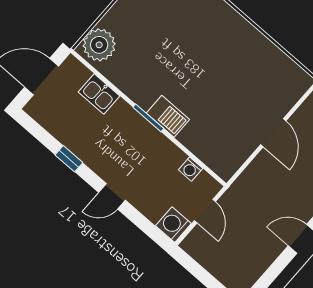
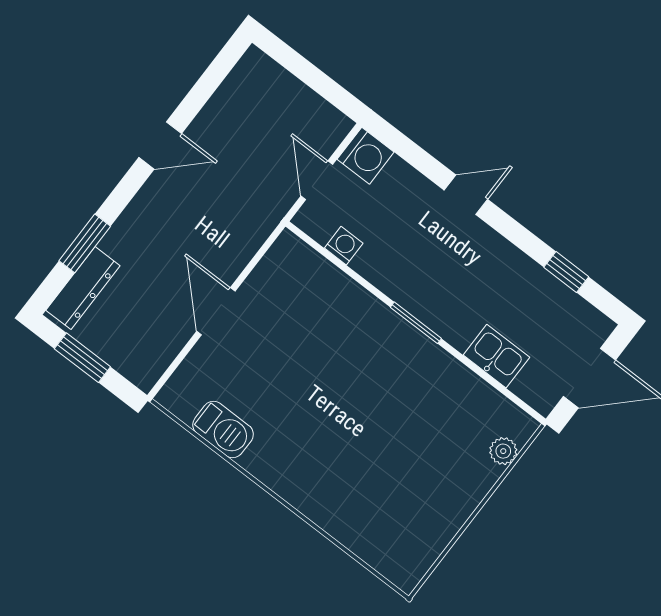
plant: (99, 45) -> (503, 451), width x0.53, depth x0.53
barbecue: (168, 116) -> (223, 430), moved, turned 180
window: (69, 159) -> (566, 272), moved

